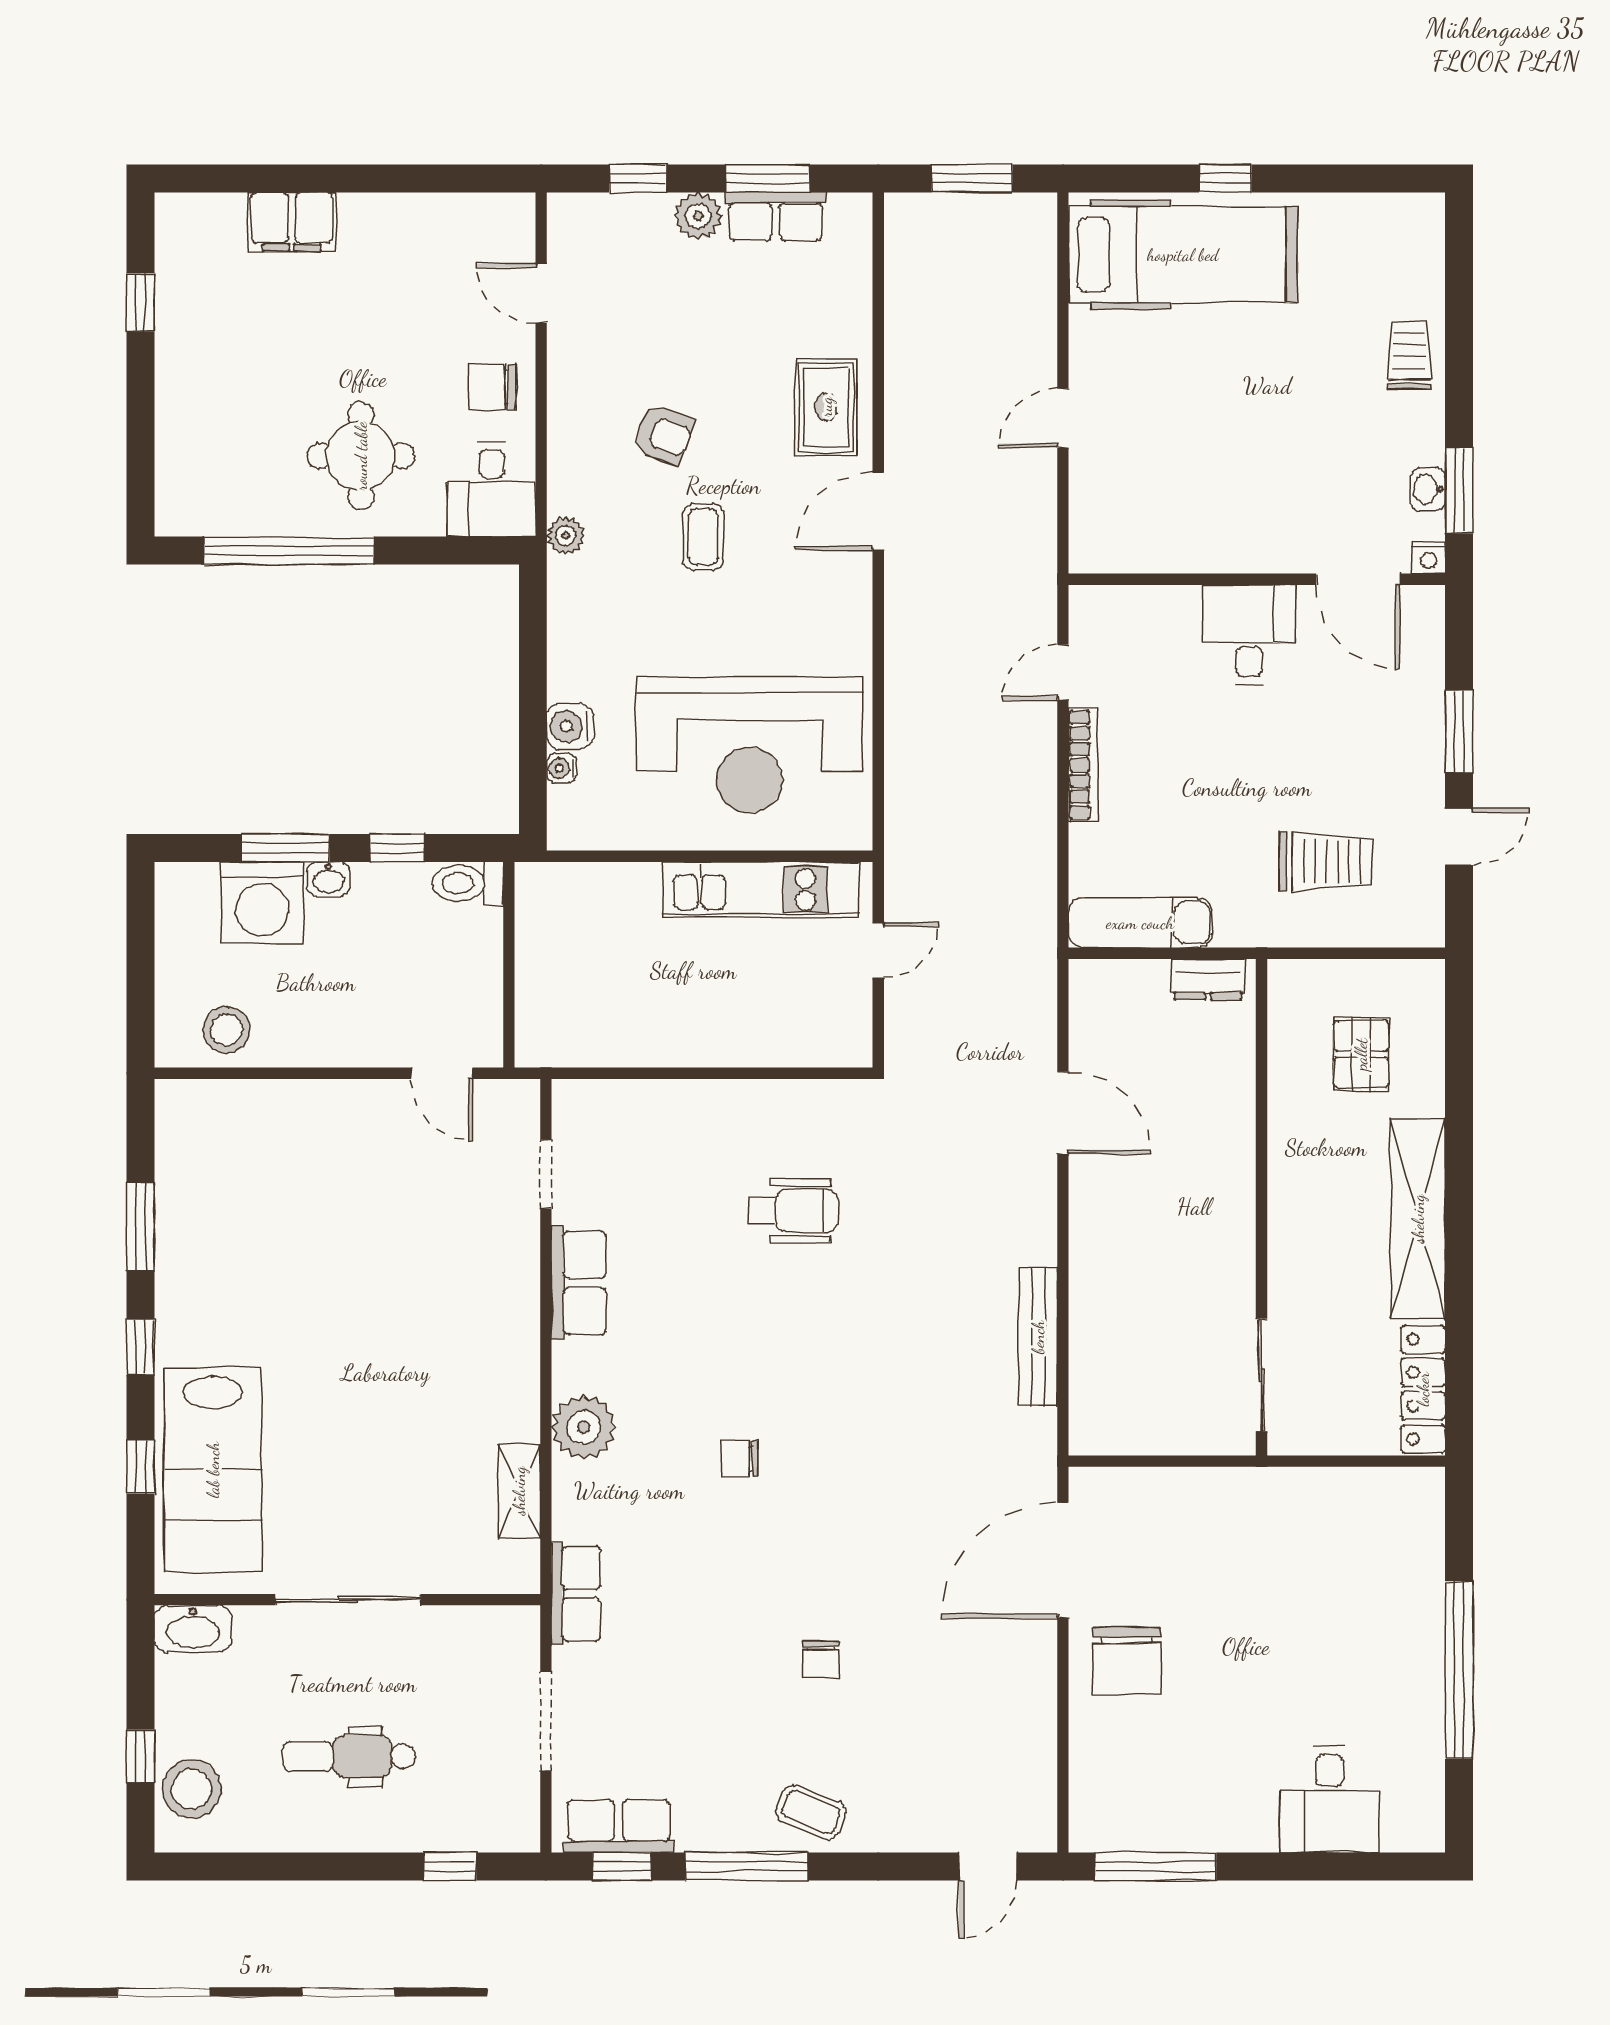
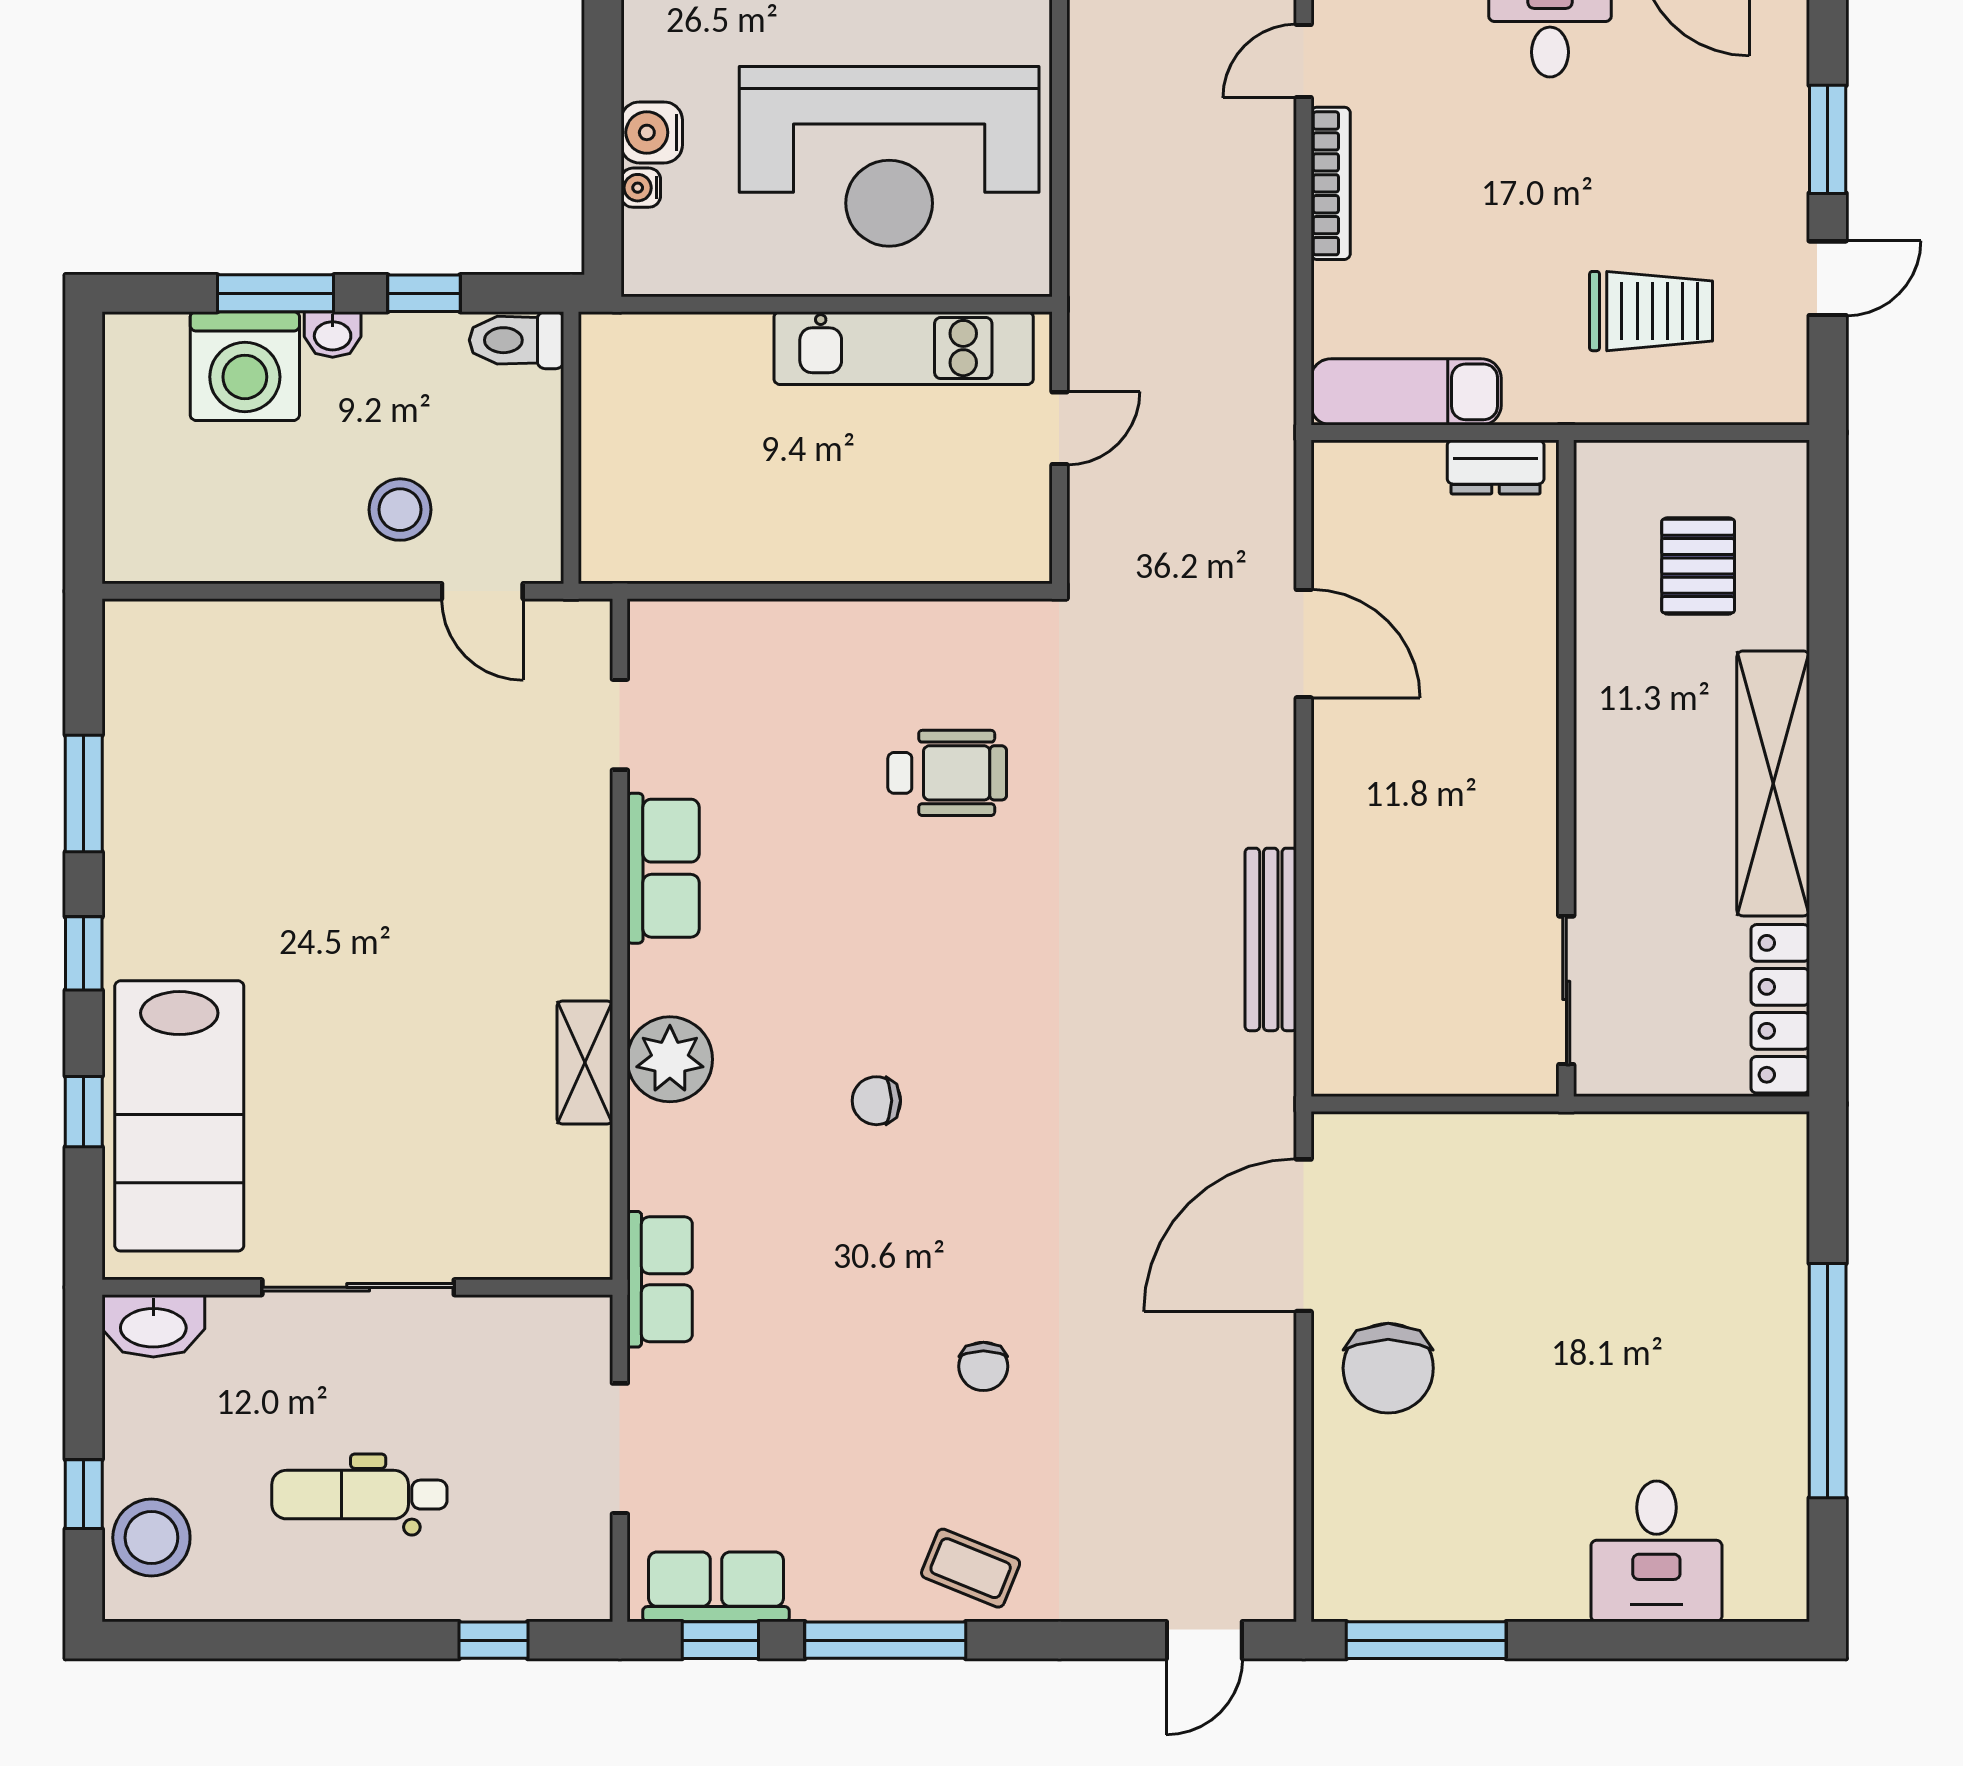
stool: (227, 1030) -> (400, 510), moved
shelving: (519, 1491) -> (585, 1063), moved

